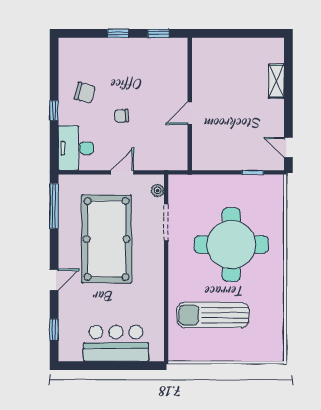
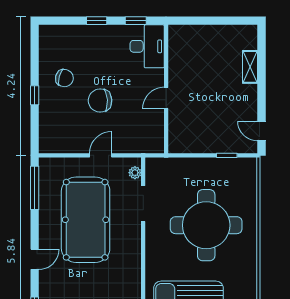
chair: (122, 116) -> (100, 101), width x1.87, depth x1.87
desk: (76, 148) -> (147, 46), moved, turned 180

